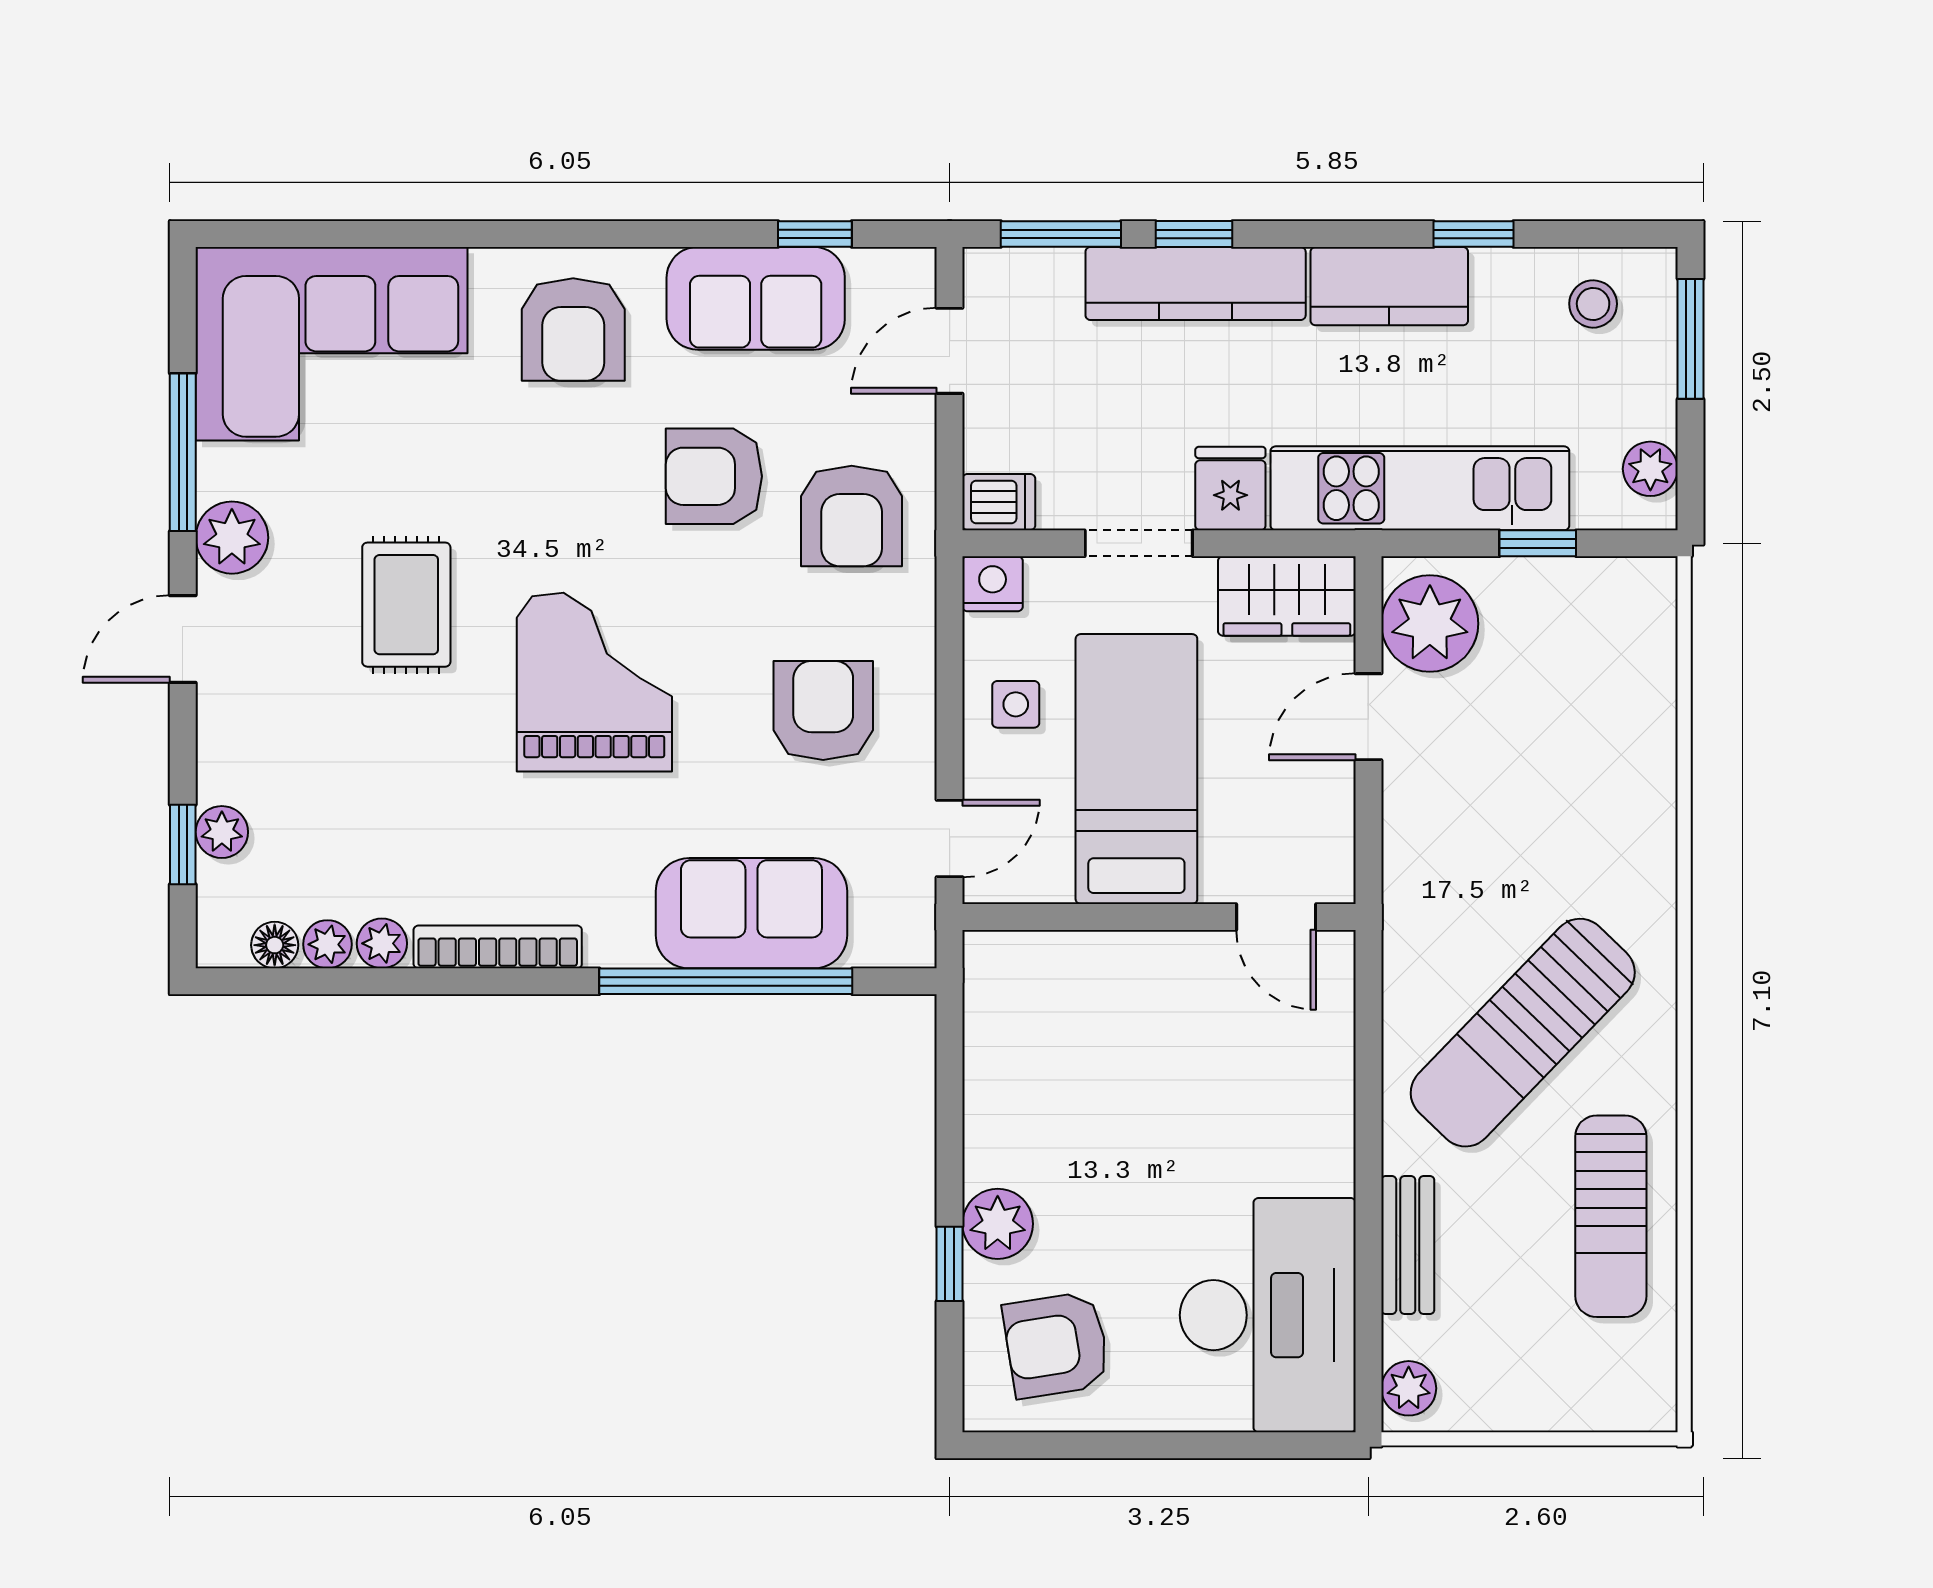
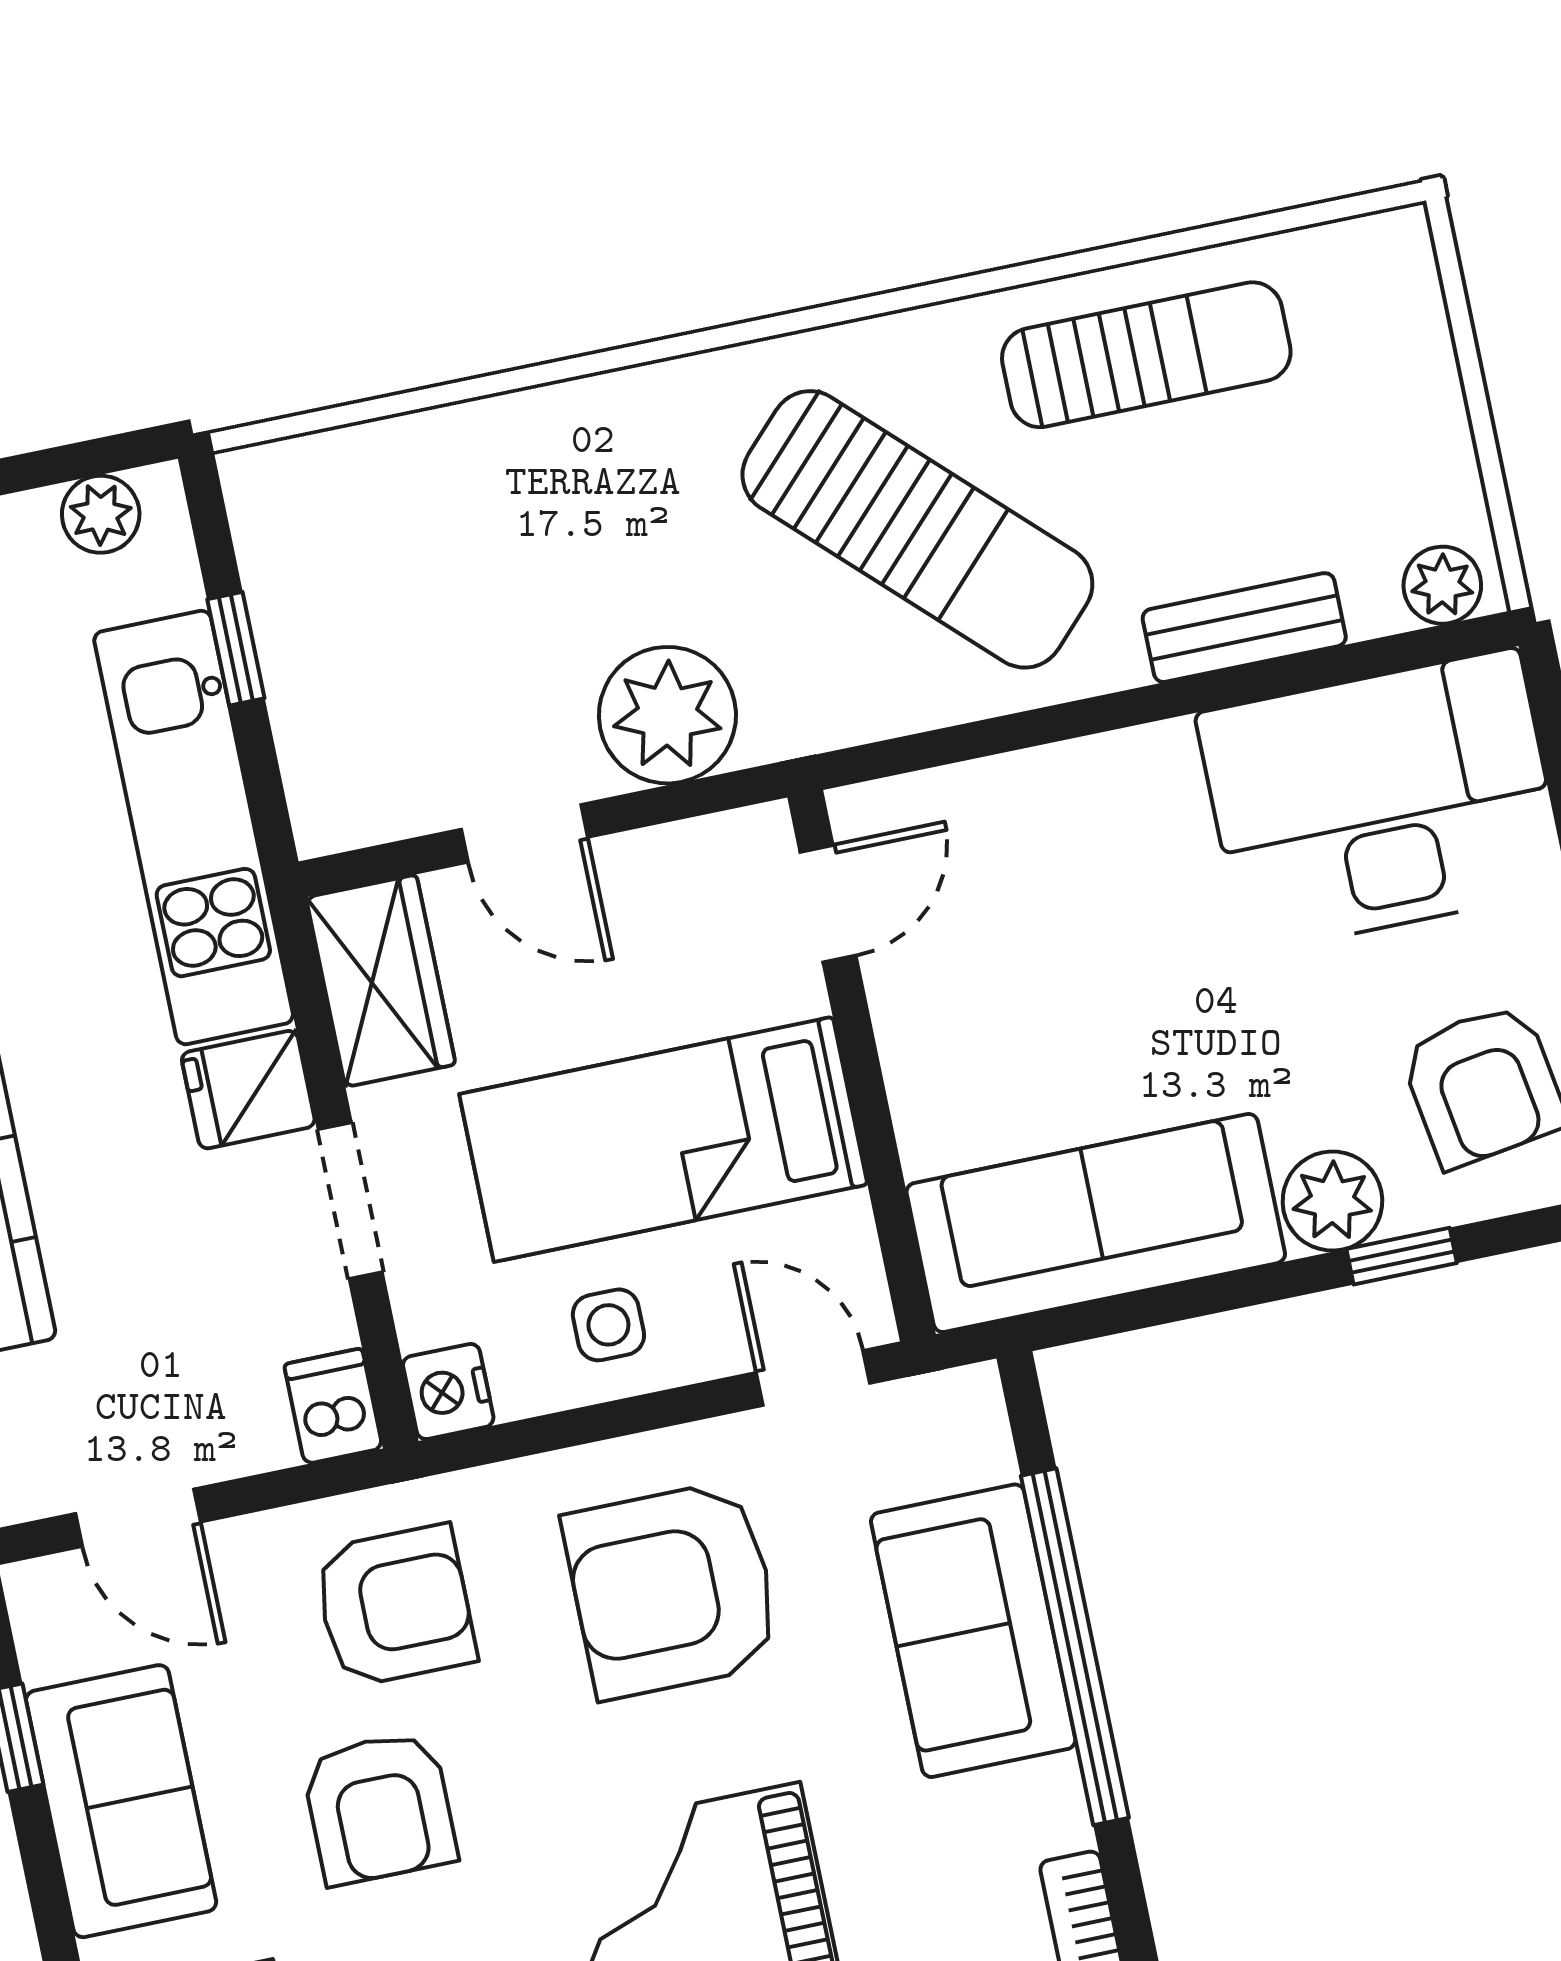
plant: (1430, 624) -> (667, 715), moved
armchair: (823, 710) -> (672, 1590), width x1.36, depth x1.36
sofa: (1016, 1057) -> (1096, 1223), added

